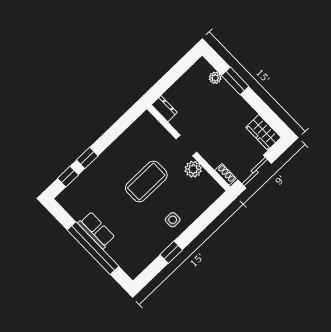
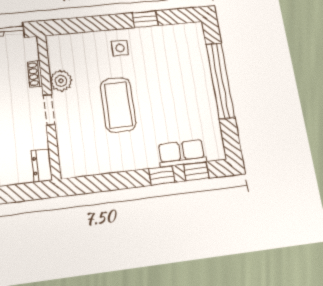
shoe rack: (226, 174) -> (35, 74), moved
coffee table: (146, 181) -> (118, 105), turned 90
row of seats: (96, 230) -> (182, 153), moved, turned 90

